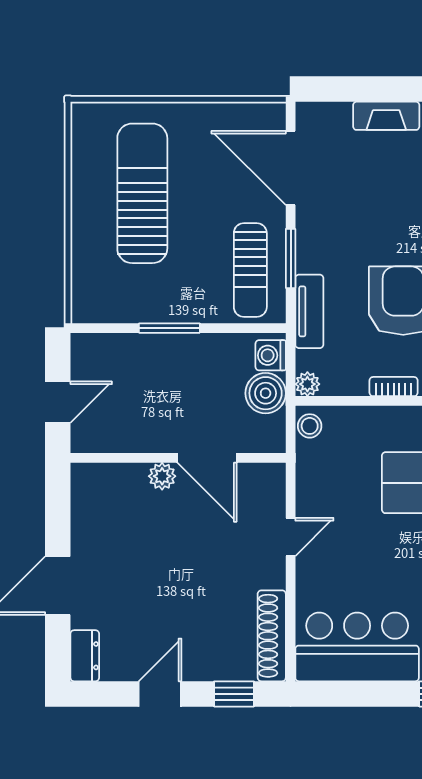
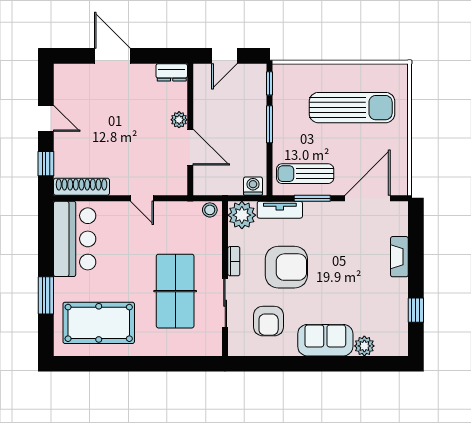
window: (103, 328) -> (270, 83), added
plant: (307, 384) -> (242, 215), width x1.87, depth x1.87
boiler: (266, 393) -> (230, 183), removed
door: (58, 402) -> (224, 56), hinge flipped
door: (207, 458) -> (190, 147), swing flipped
dresser: (85, 656) -> (172, 72), moved

